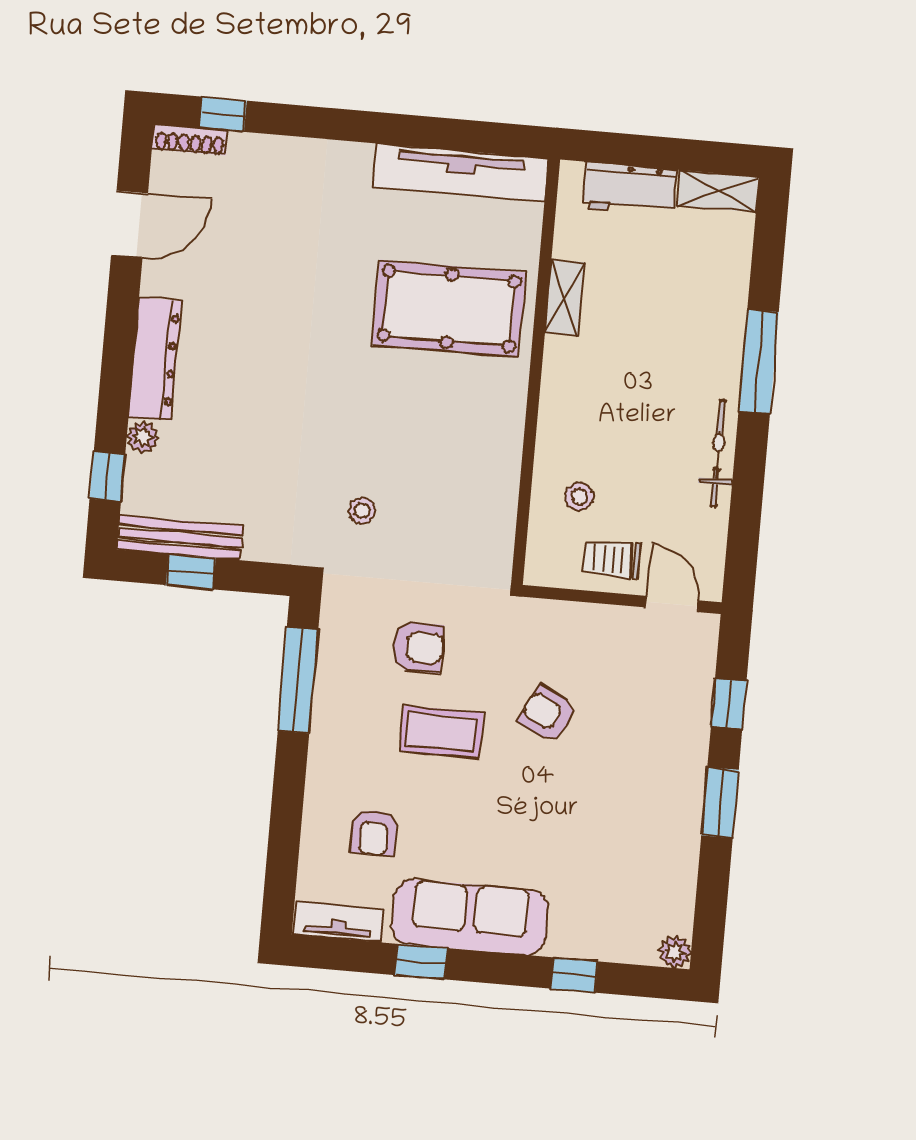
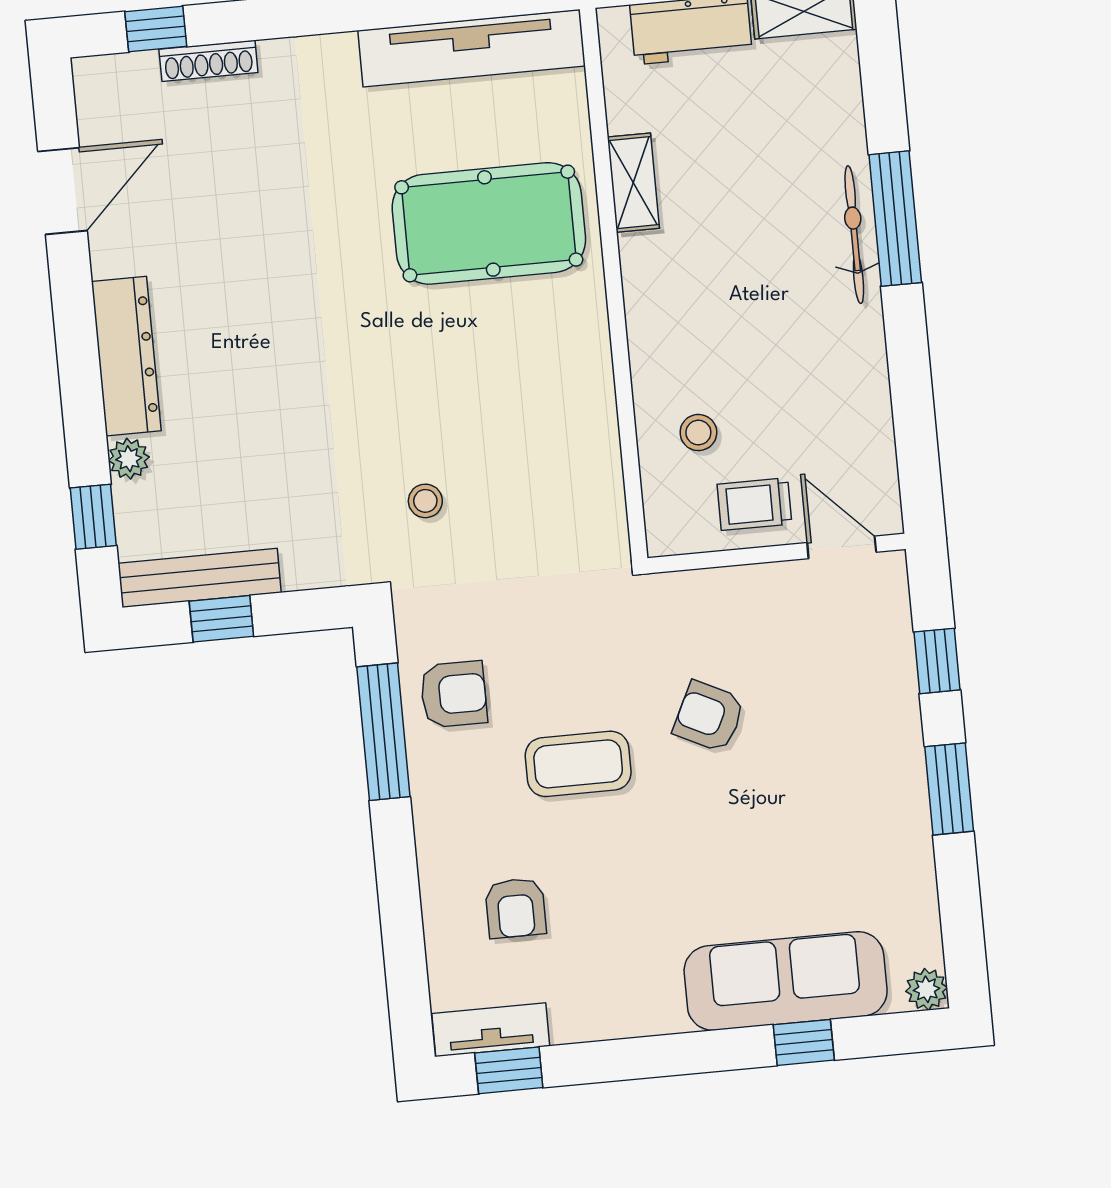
shoe rack: (190, 140) -> (208, 61), moved
bicycle: (718, 453) -> (854, 235), moved
armchair: (418, 647) -> (454, 694), moved
sofa: (470, 917) -> (786, 981), moved
window: (421, 962) -> (509, 1070), moved

